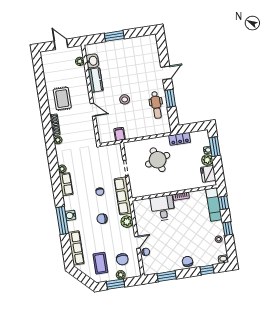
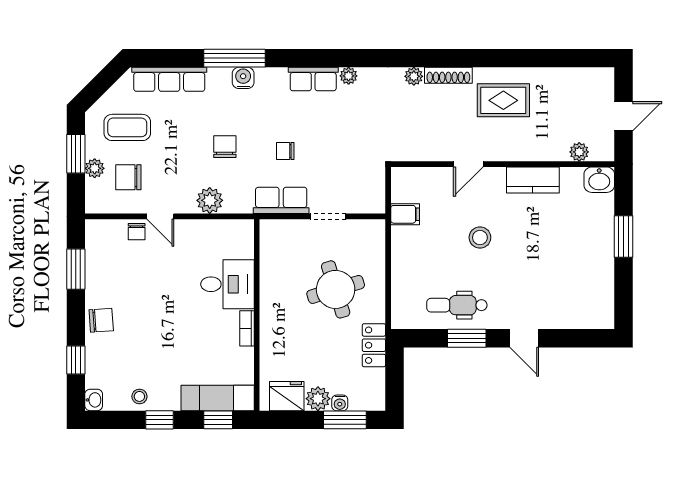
washbasin: (92, 61) -> (599, 180), moved
row of seats: (123, 196) -> (281, 200), width x0.68

